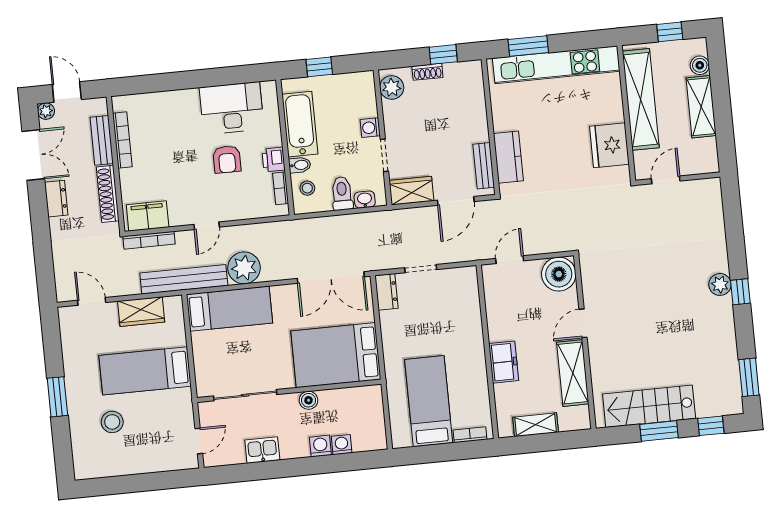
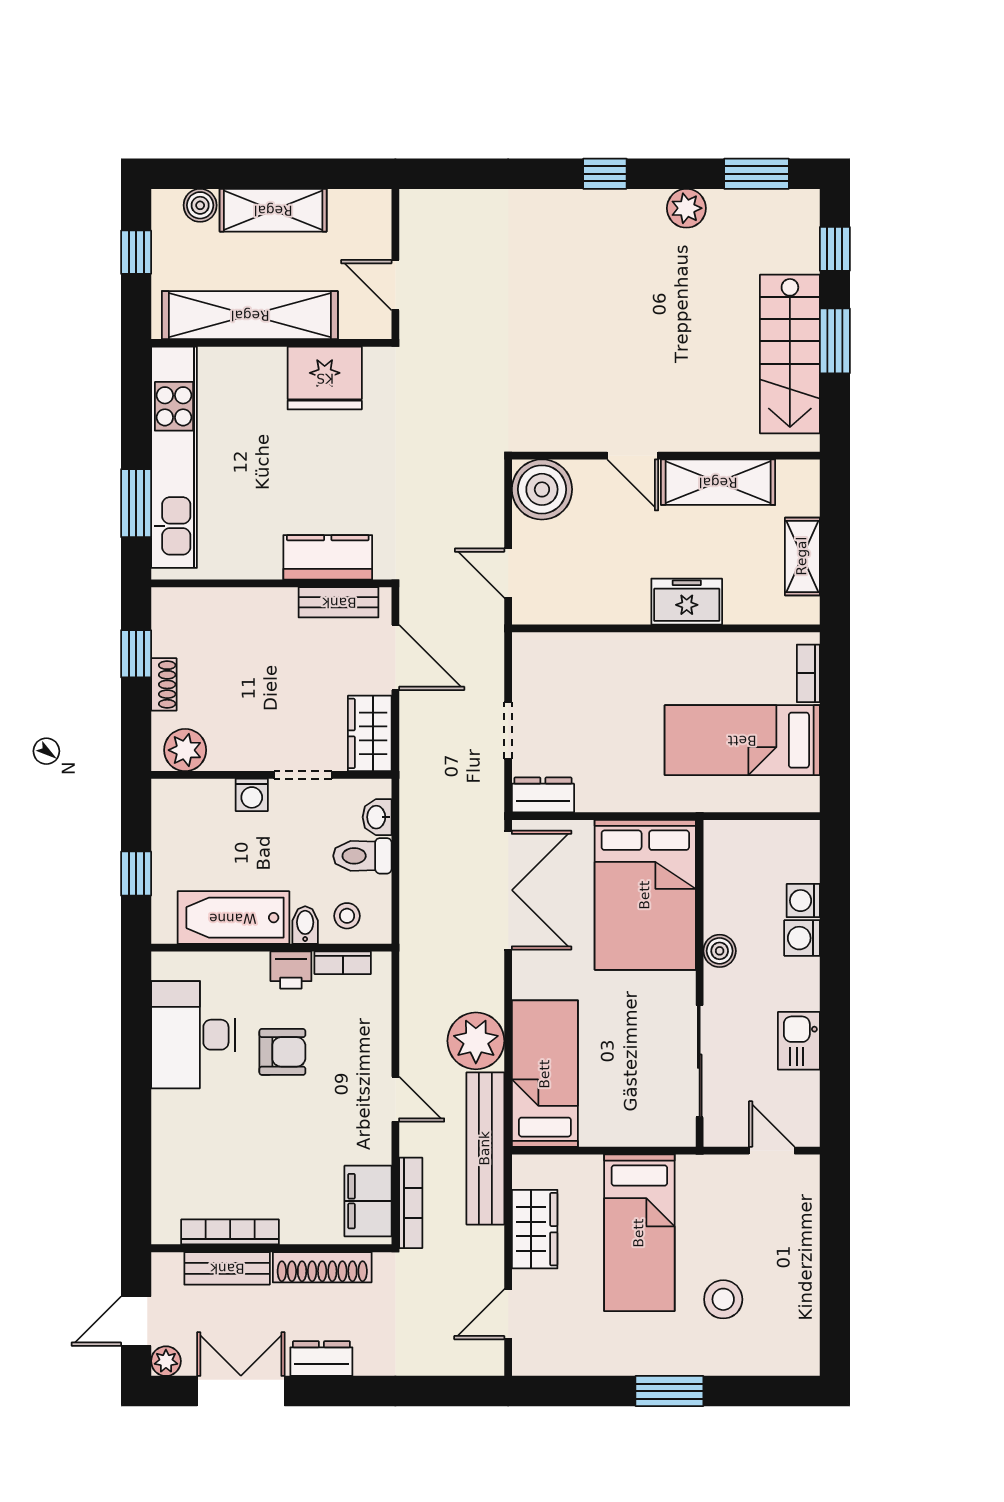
plant: (720, 284) -> (686, 208), moved

